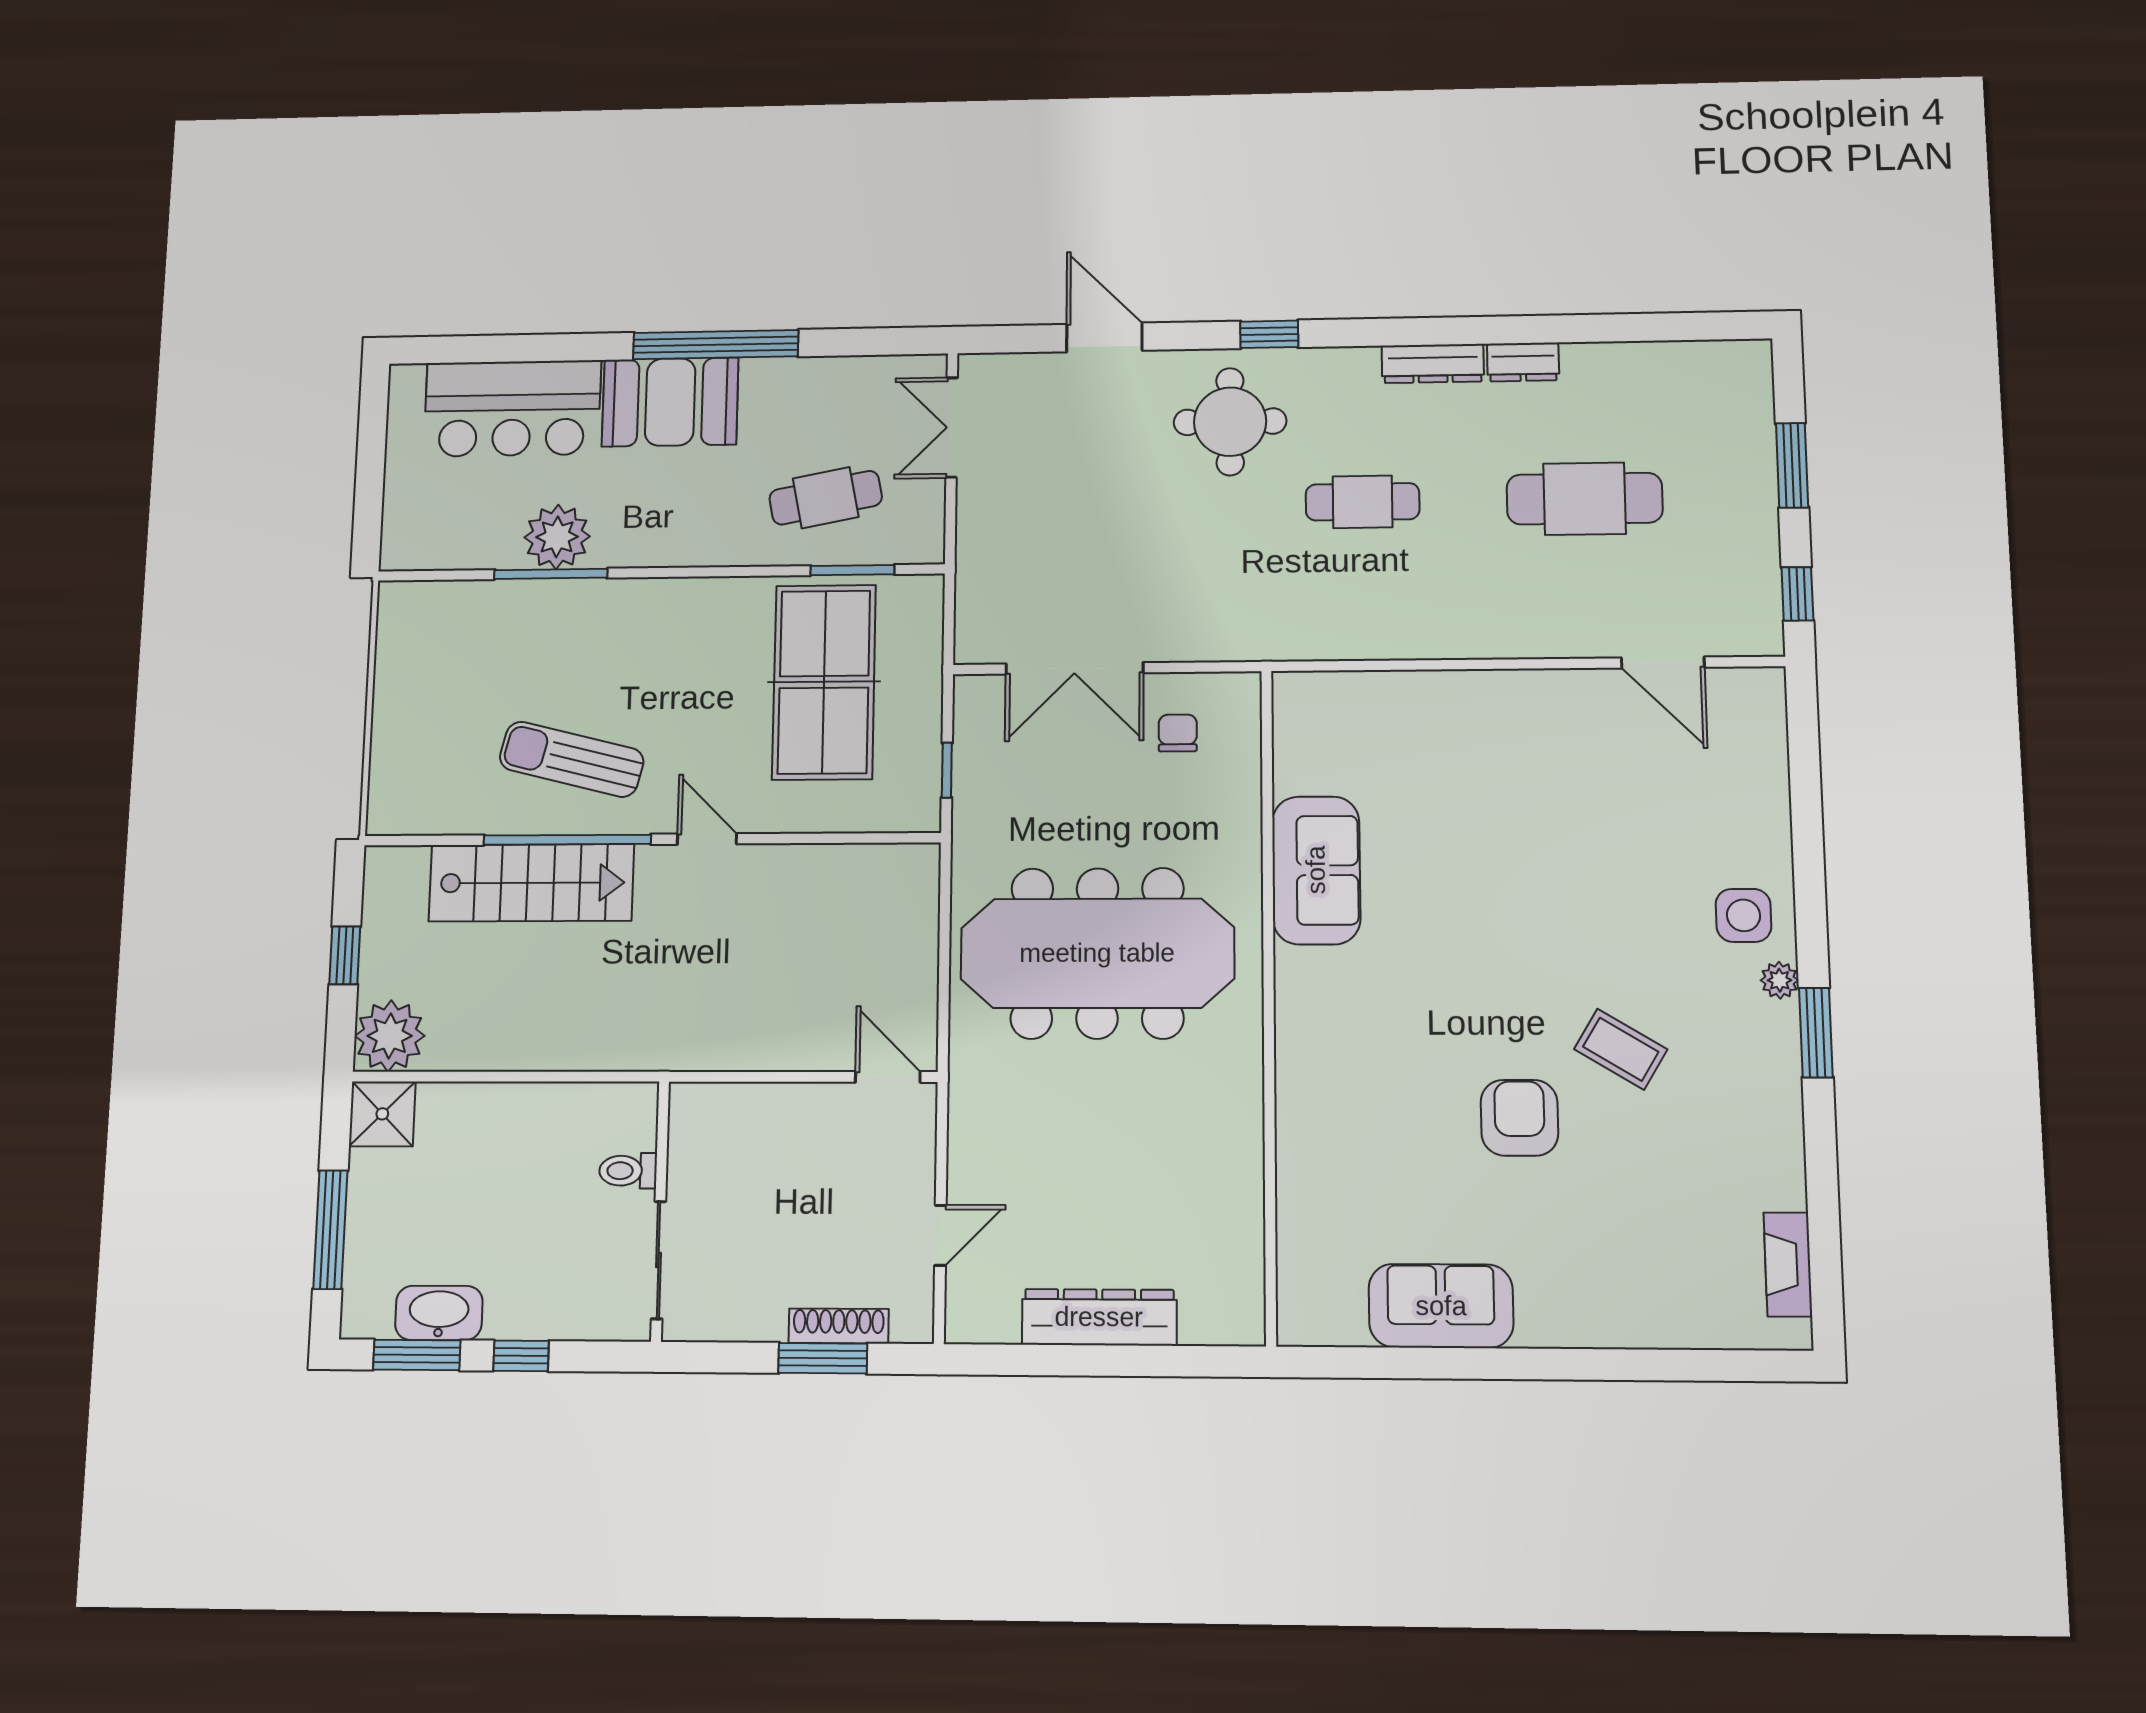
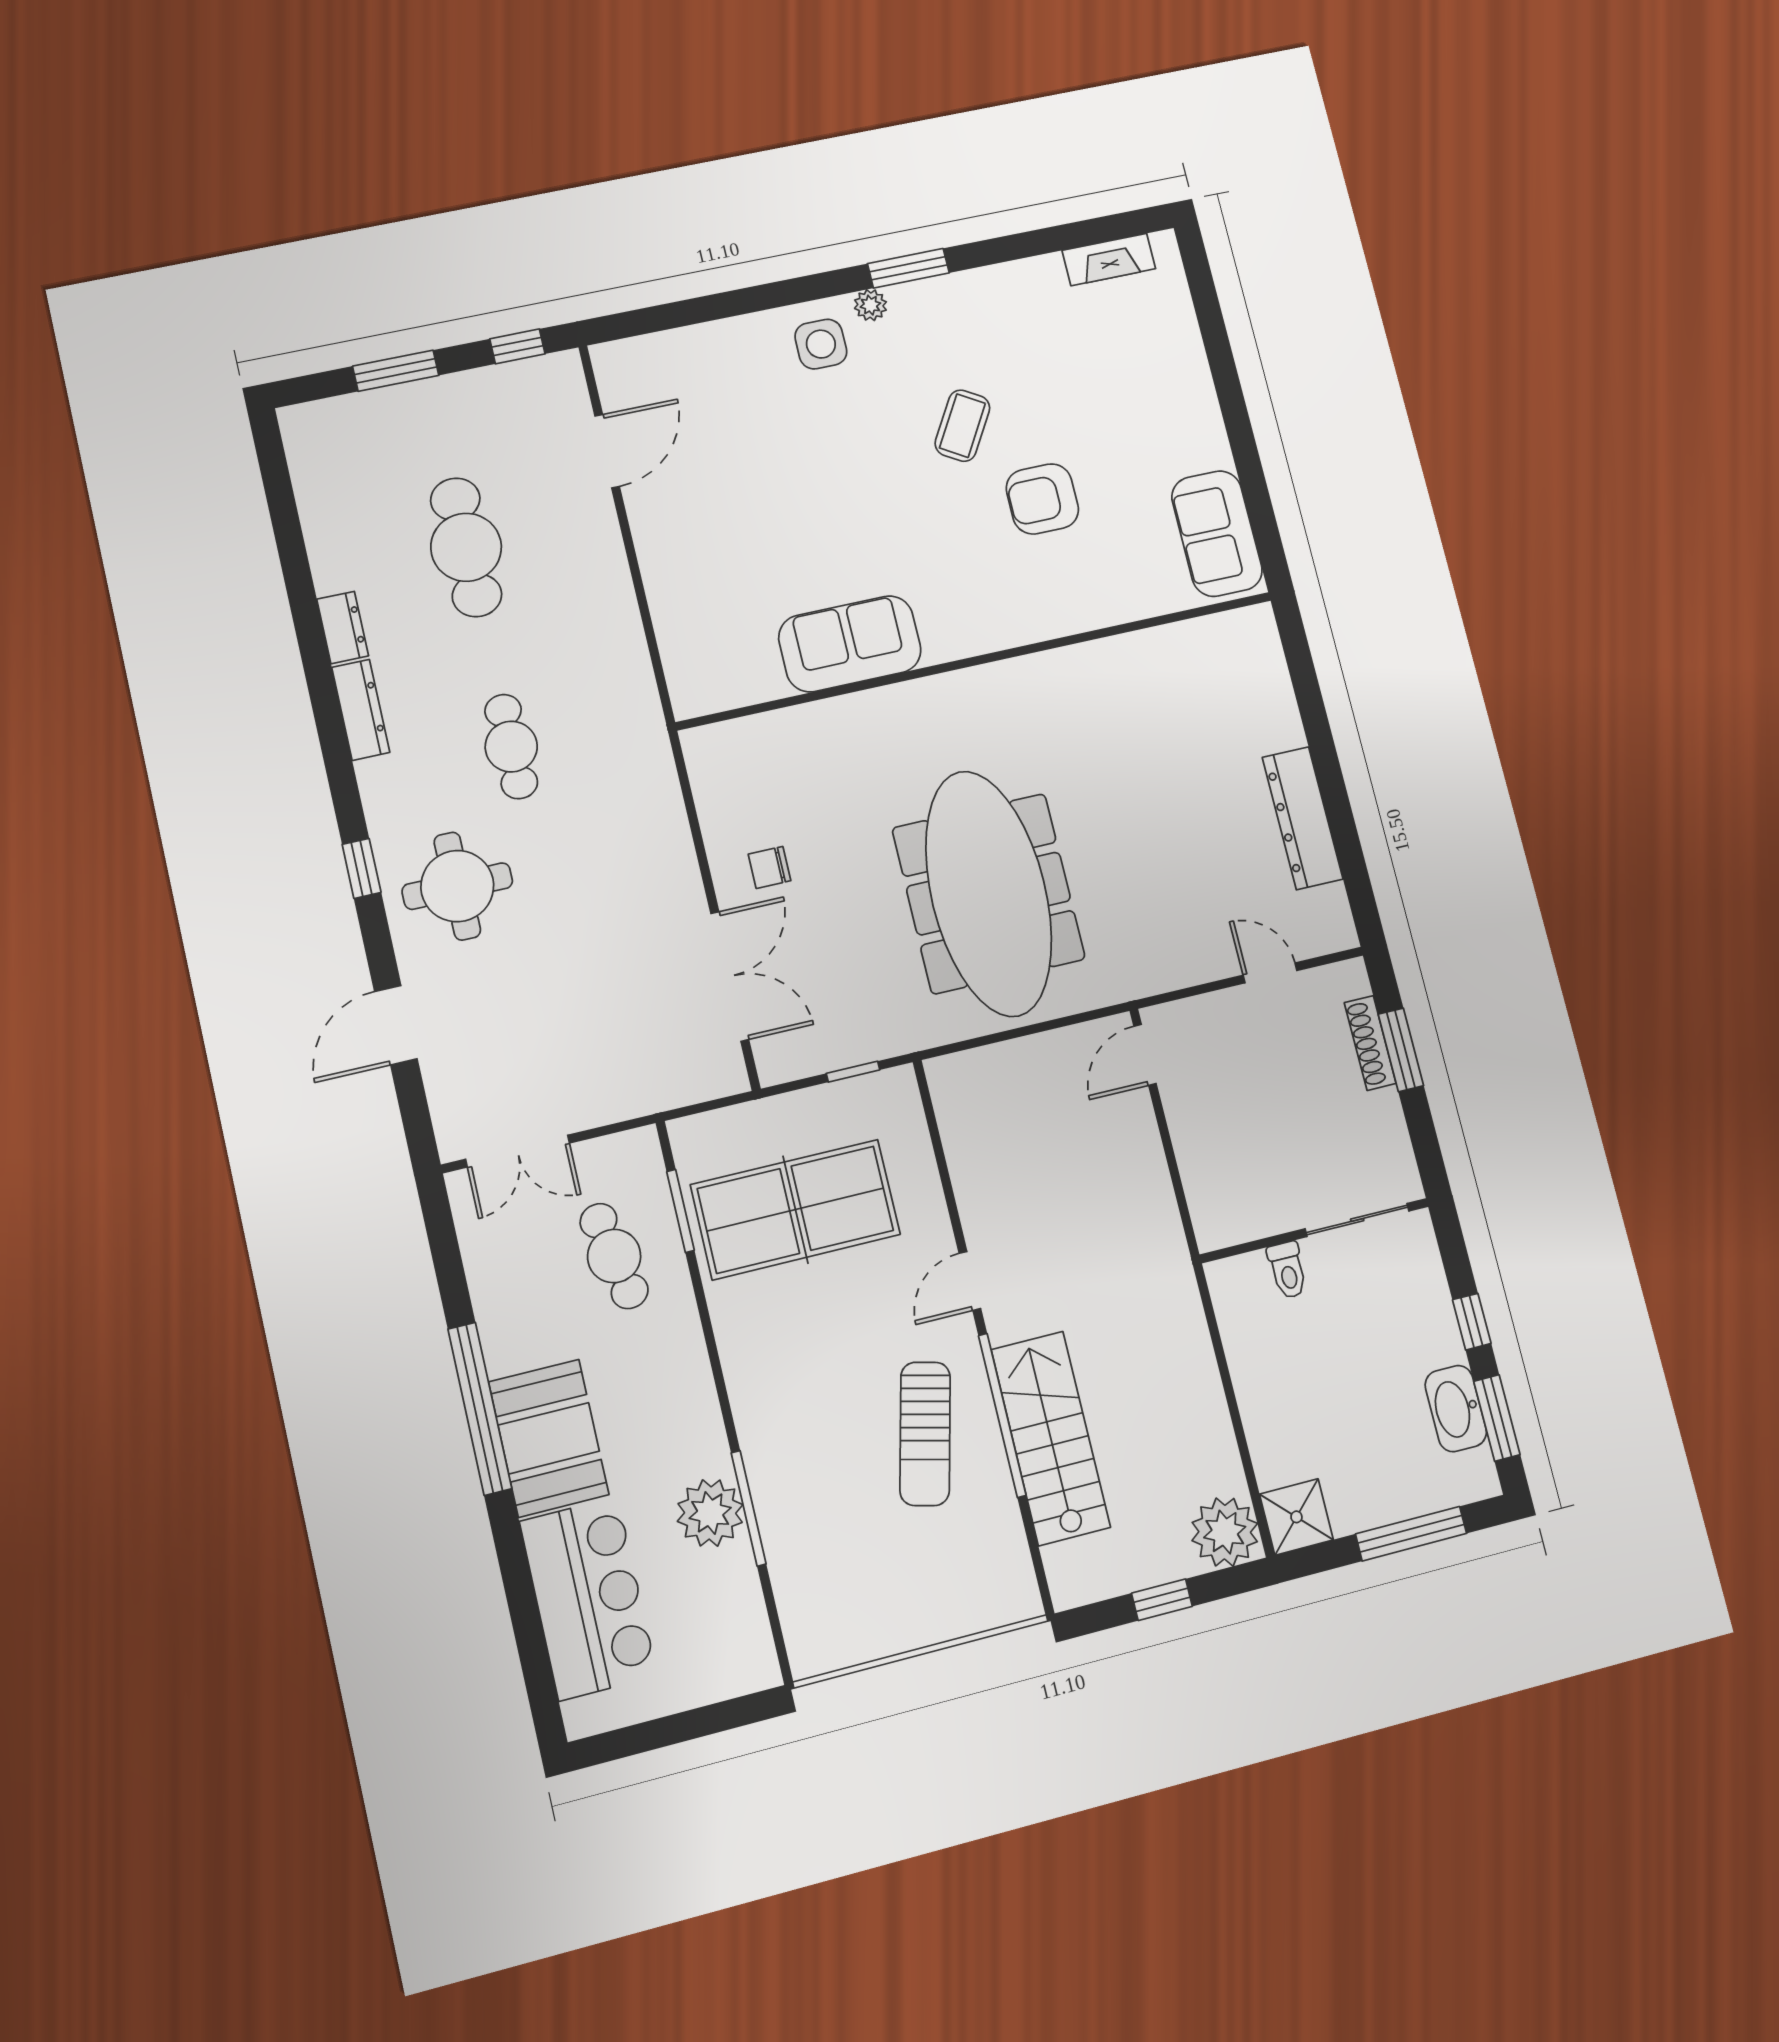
sofa: (1316, 870) -> (850, 644), moved
wall: (1269, 1002) -> (977, 661), moved

